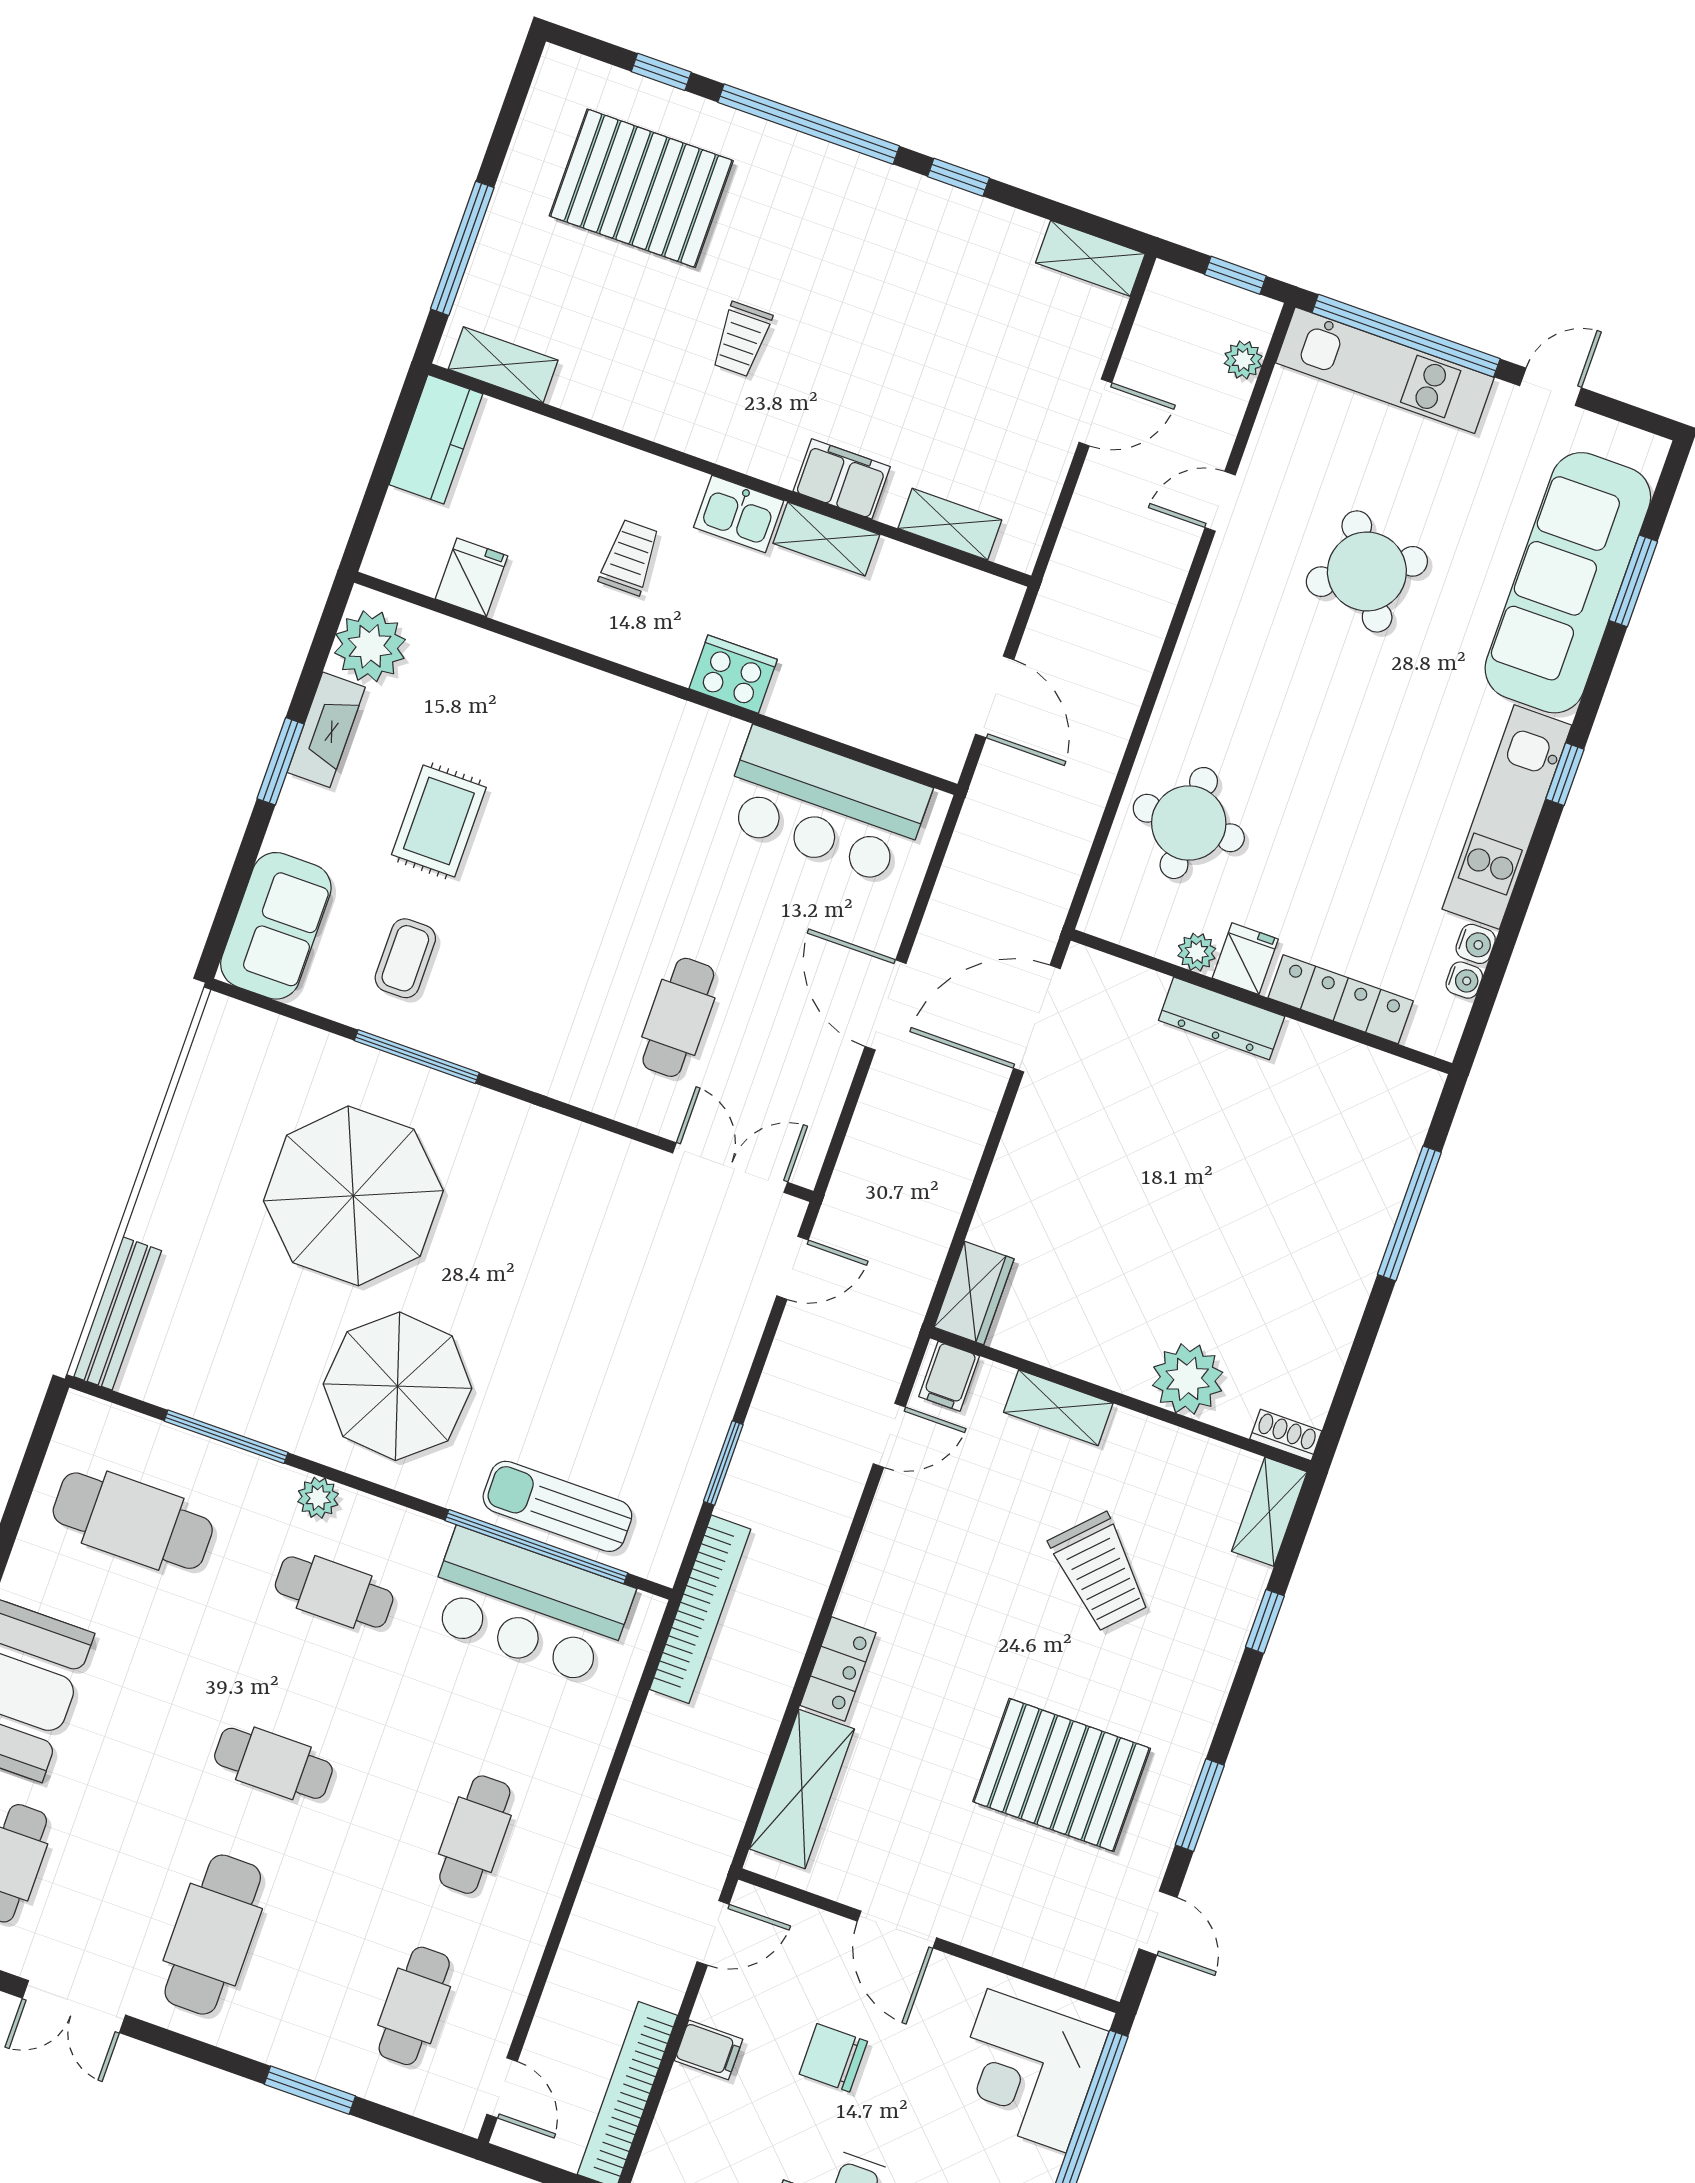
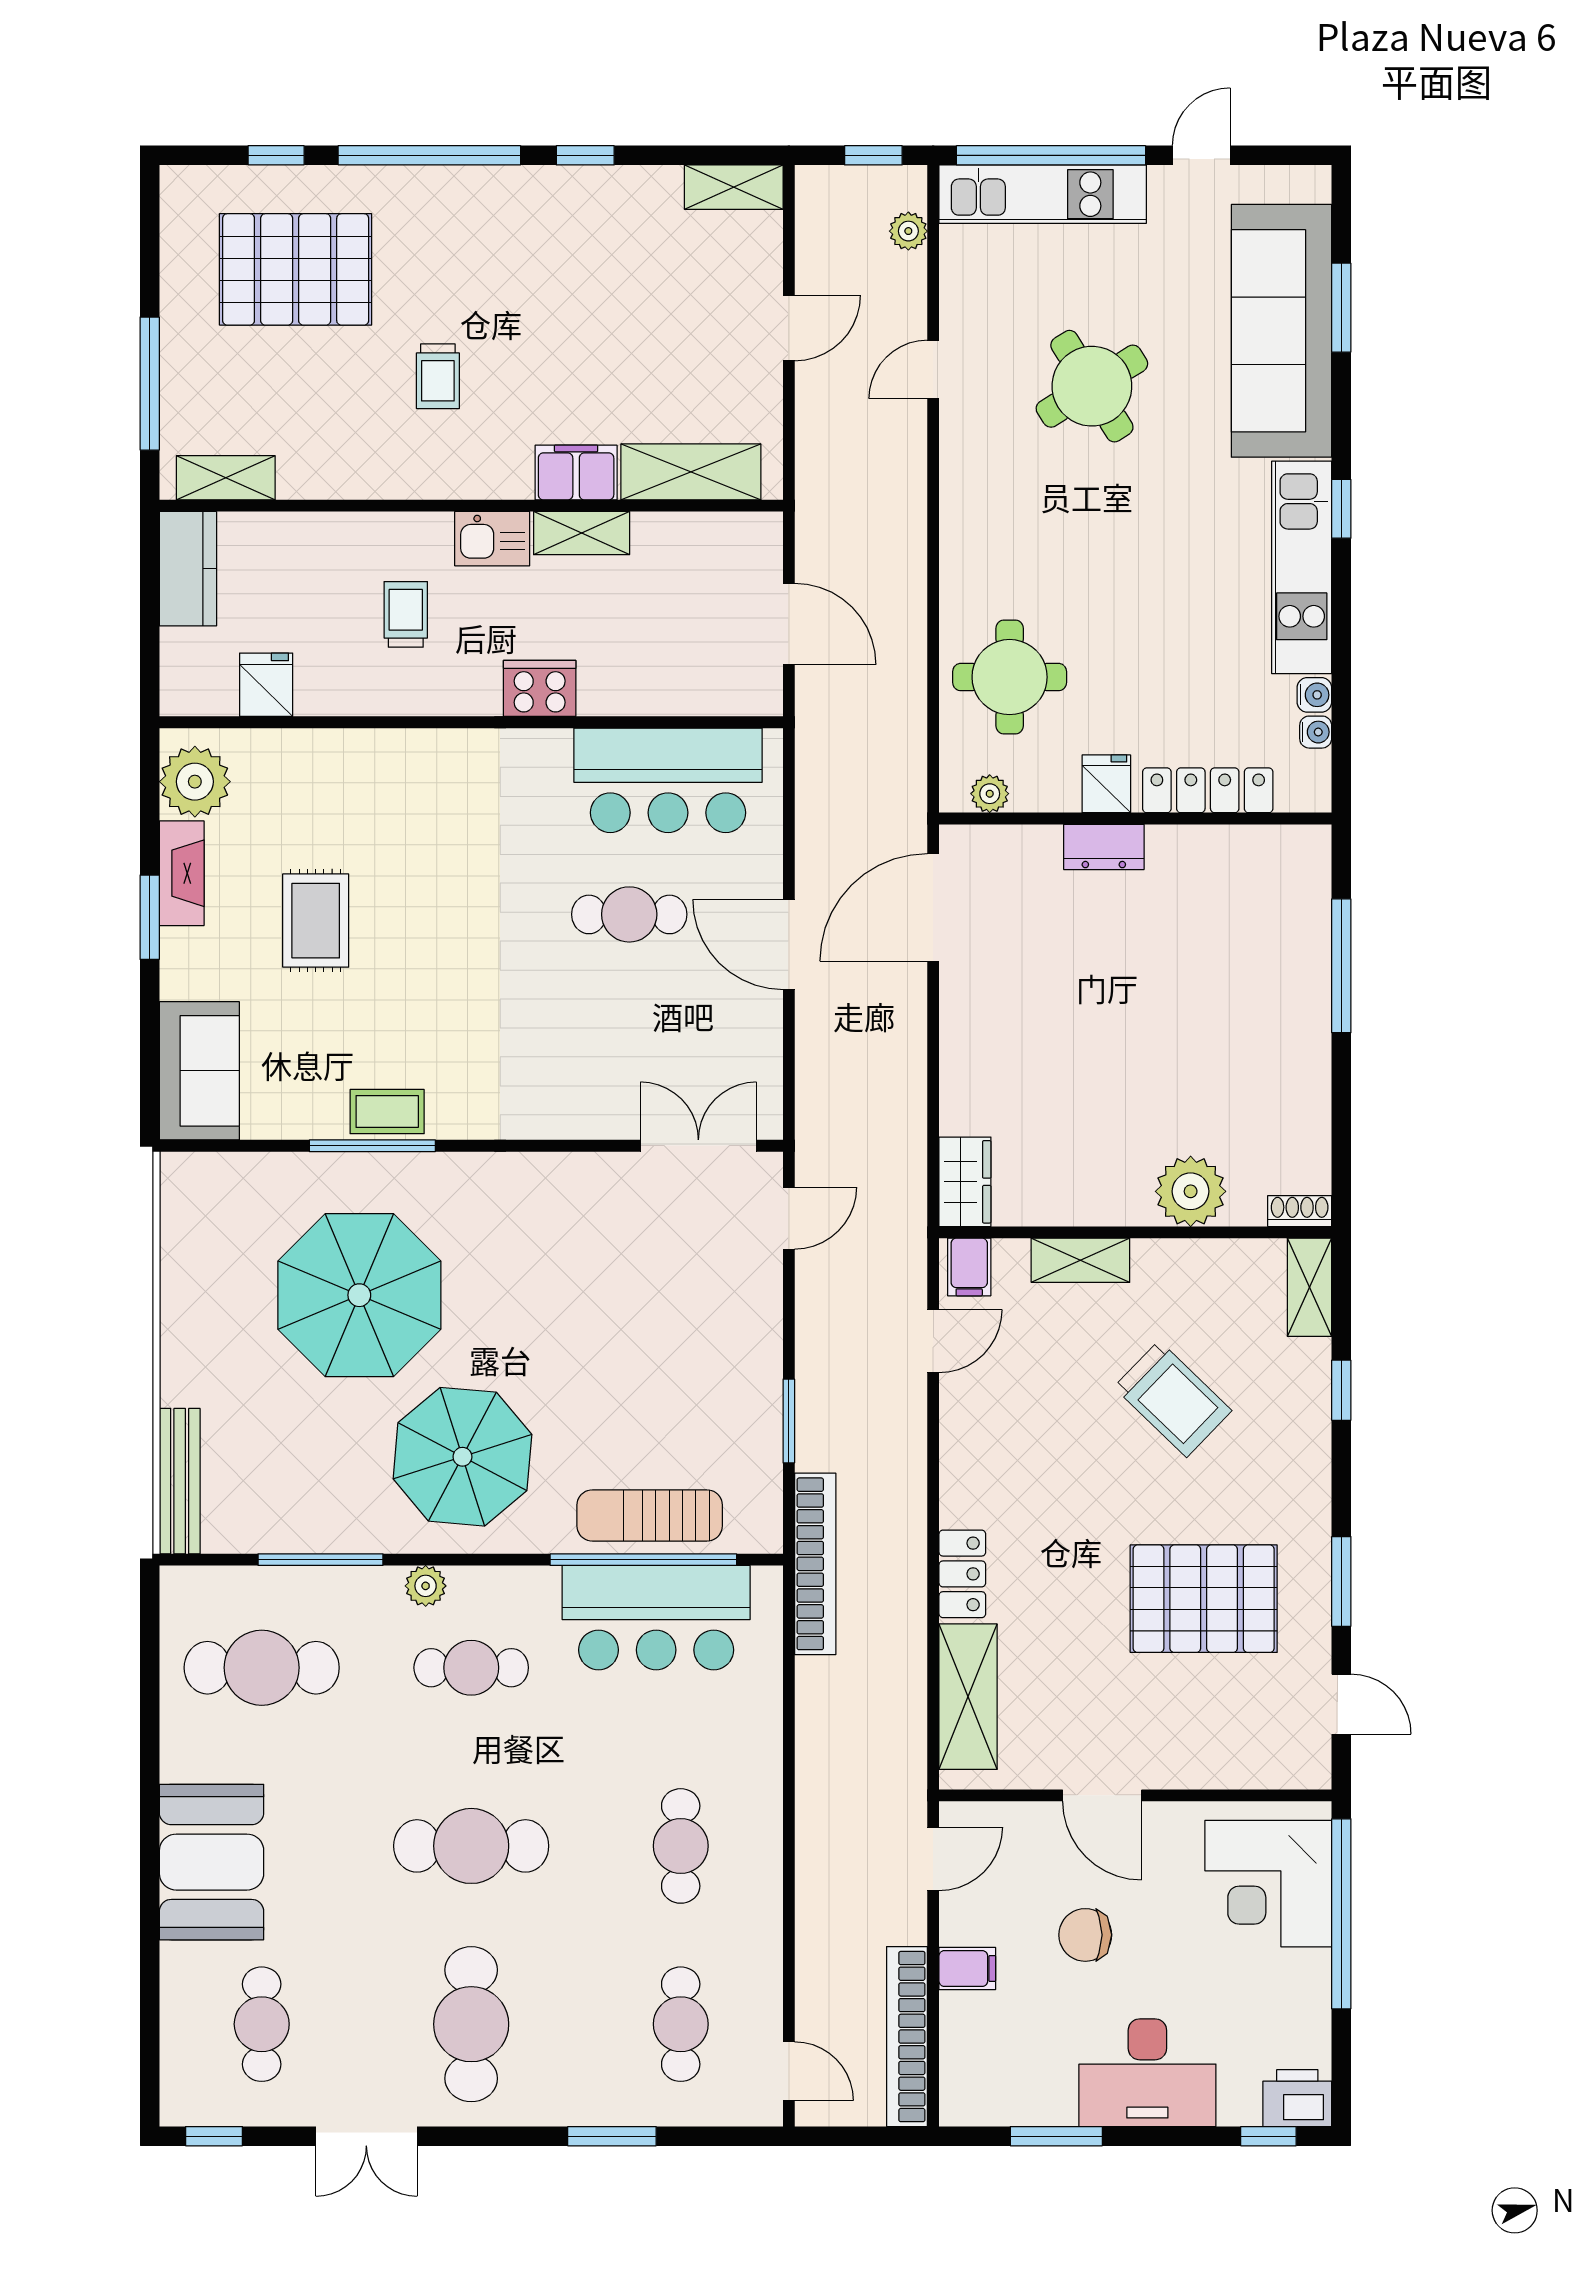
shelving: (950, 524) -> (691, 472), width x1.50, depth x1.33
plant: (1197, 952) -> (990, 794), moved
coffee table: (405, 958) -> (387, 1112), moved, turned 90
cafe table: (678, 1017) -> (629, 914), moved, turned 90
dresser: (1222, 1018) -> (1104, 847), width x0.70
cafe table: (273, 1763) -> (471, 1846), width x1.37, depth x1.35

